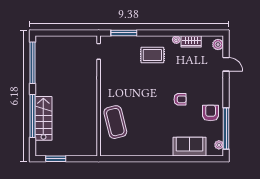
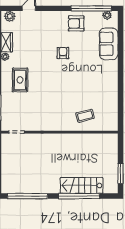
coffee table: (115, 122) -> (85, 116), width x0.54, depth x0.58

